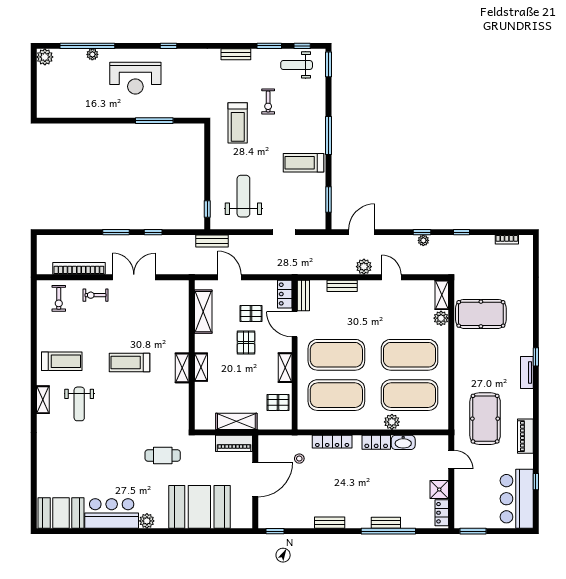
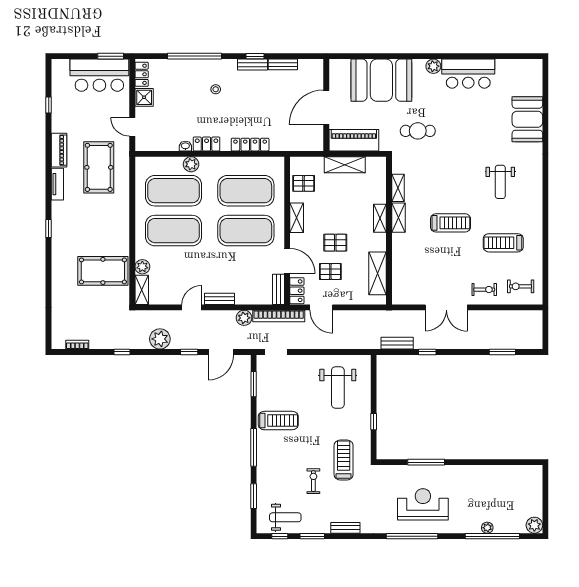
window: (169, 46) -> (412, 536), width x3.17
window: (329, 64) -> (254, 496), moved
reception desk: (135, 78) -> (423, 504), moved
window: (207, 209) -> (374, 422), moved
window: (116, 232) -> (502, 352), moved
doorway: (284, 232) -> (276, 352), moved
window: (422, 232) -> (189, 352), moved
plant: (423, 240) -> (160, 339), width x1.87, depth x1.87
bench: (212, 241) -> (397, 343), moved
plant: (364, 267) -> (244, 318), moved
bookcase: (79, 268) -> (279, 316), moved
door: (230, 277) -> (321, 307), moved
door: (391, 277) -> (191, 307), swing flipped
bench: (342, 286) -> (220, 299), moved
exercise bike: (59, 298) -> (521, 286), turned -90
pallet: (246, 343) -> (335, 243), turned 90
treadmill: (62, 361) -> (503, 243), moved
tv unit: (527, 373) -> (57, 184), moved
shelving: (43, 400) -> (398, 188), moved
weight bench: (79, 404) -> (500, 182), turned 180
washbasin: (403, 442) -> (185, 146), width x0.52, depth x0.69
piano: (234, 443) -> (354, 140), width x1.37, depth x1.33
stool: (299, 459) -> (216, 89), moved
bar counter: (517, 499) -> (99, 75), moved, turned 90
booth: (61, 513) -> (527, 119), moved, turned 90
bench: (386, 523) -> (283, 64), moved
window: (275, 531) -> (255, 56), moved

